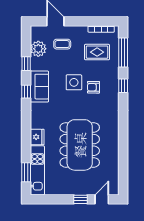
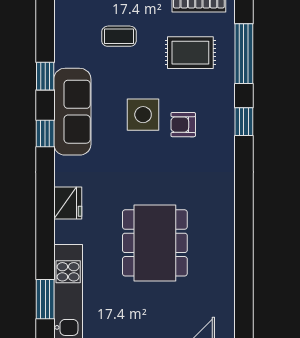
plant: (38, 49) -> (70, 46), removed
sofa: (39, 87) -> (72, 112), width x1.36
fridge: (37, 137) -> (68, 203), moved
dining table: (80, 145) -> (155, 243), width x0.73, depth x0.80

